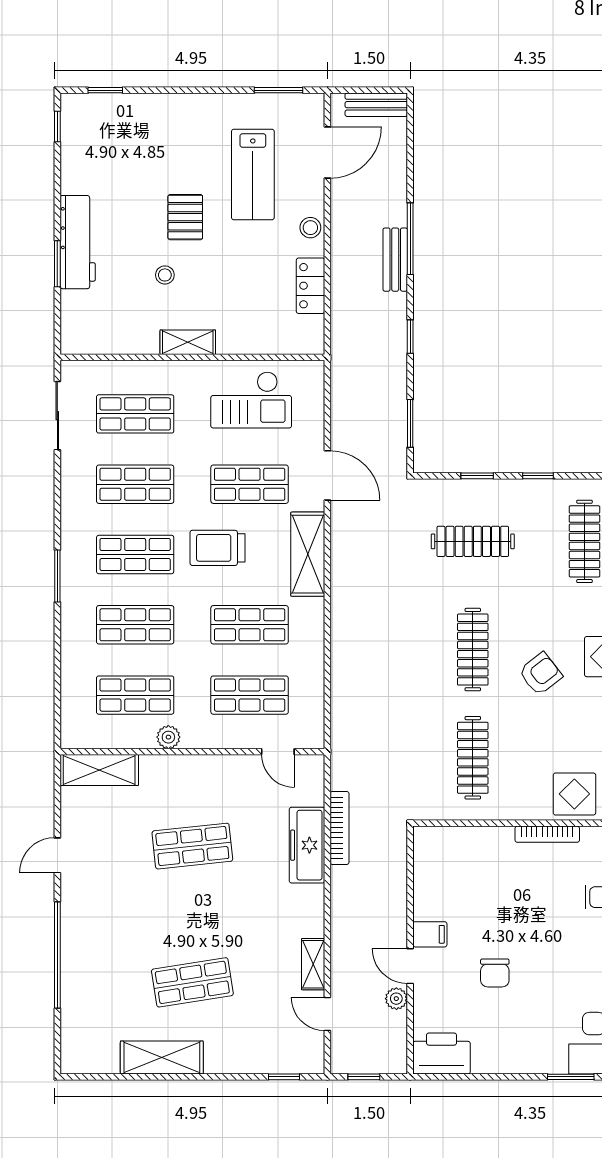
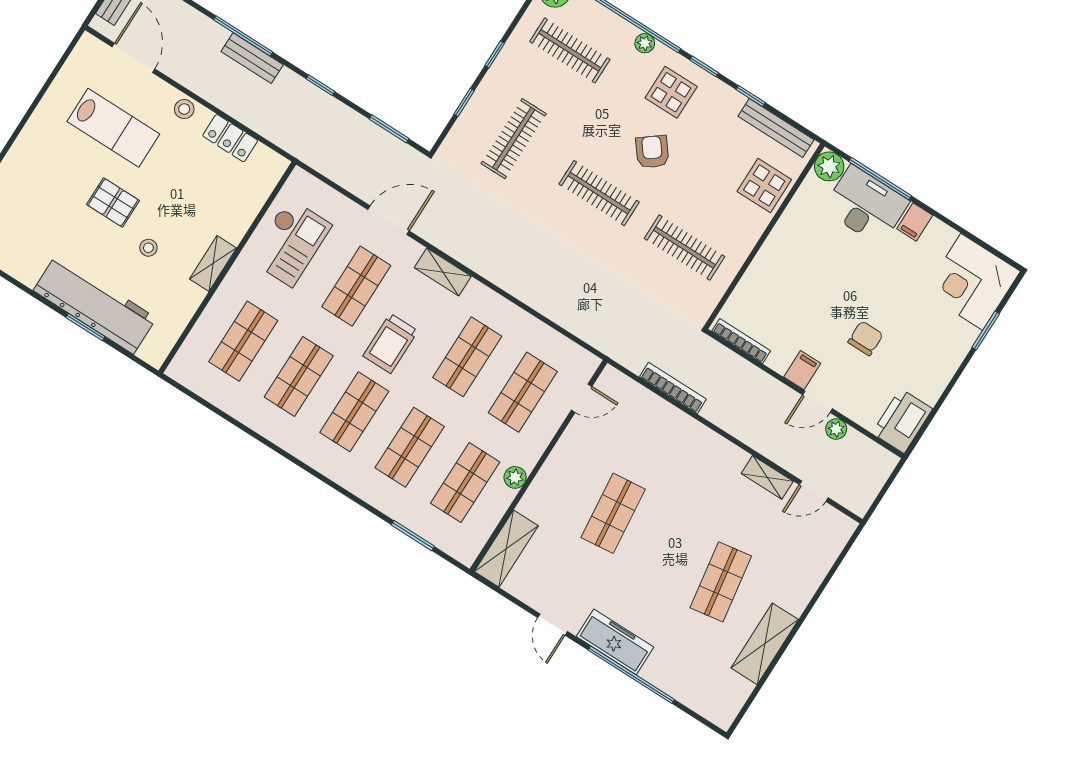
window: (278, 90) -> (59, 65), removed
workbench: (78, 242) -> (95, 304), width x1.36, depth x1.32
sliding door: (57, 416) -> (205, 403), removed
shelving: (308, 554) -> (443, 272), width x0.67, depth x0.75
window: (57, 576) -> (413, 536), moved
bookcase: (547, 834) -> (741, 341), moved, turned -90
freezer: (307, 845) -> (615, 642), moved, turned 180
chair: (495, 973) -> (865, 338), turned -90
window: (284, 1077) -> (841, 557), removed
window: (364, 1077) -> (882, 494), removed

